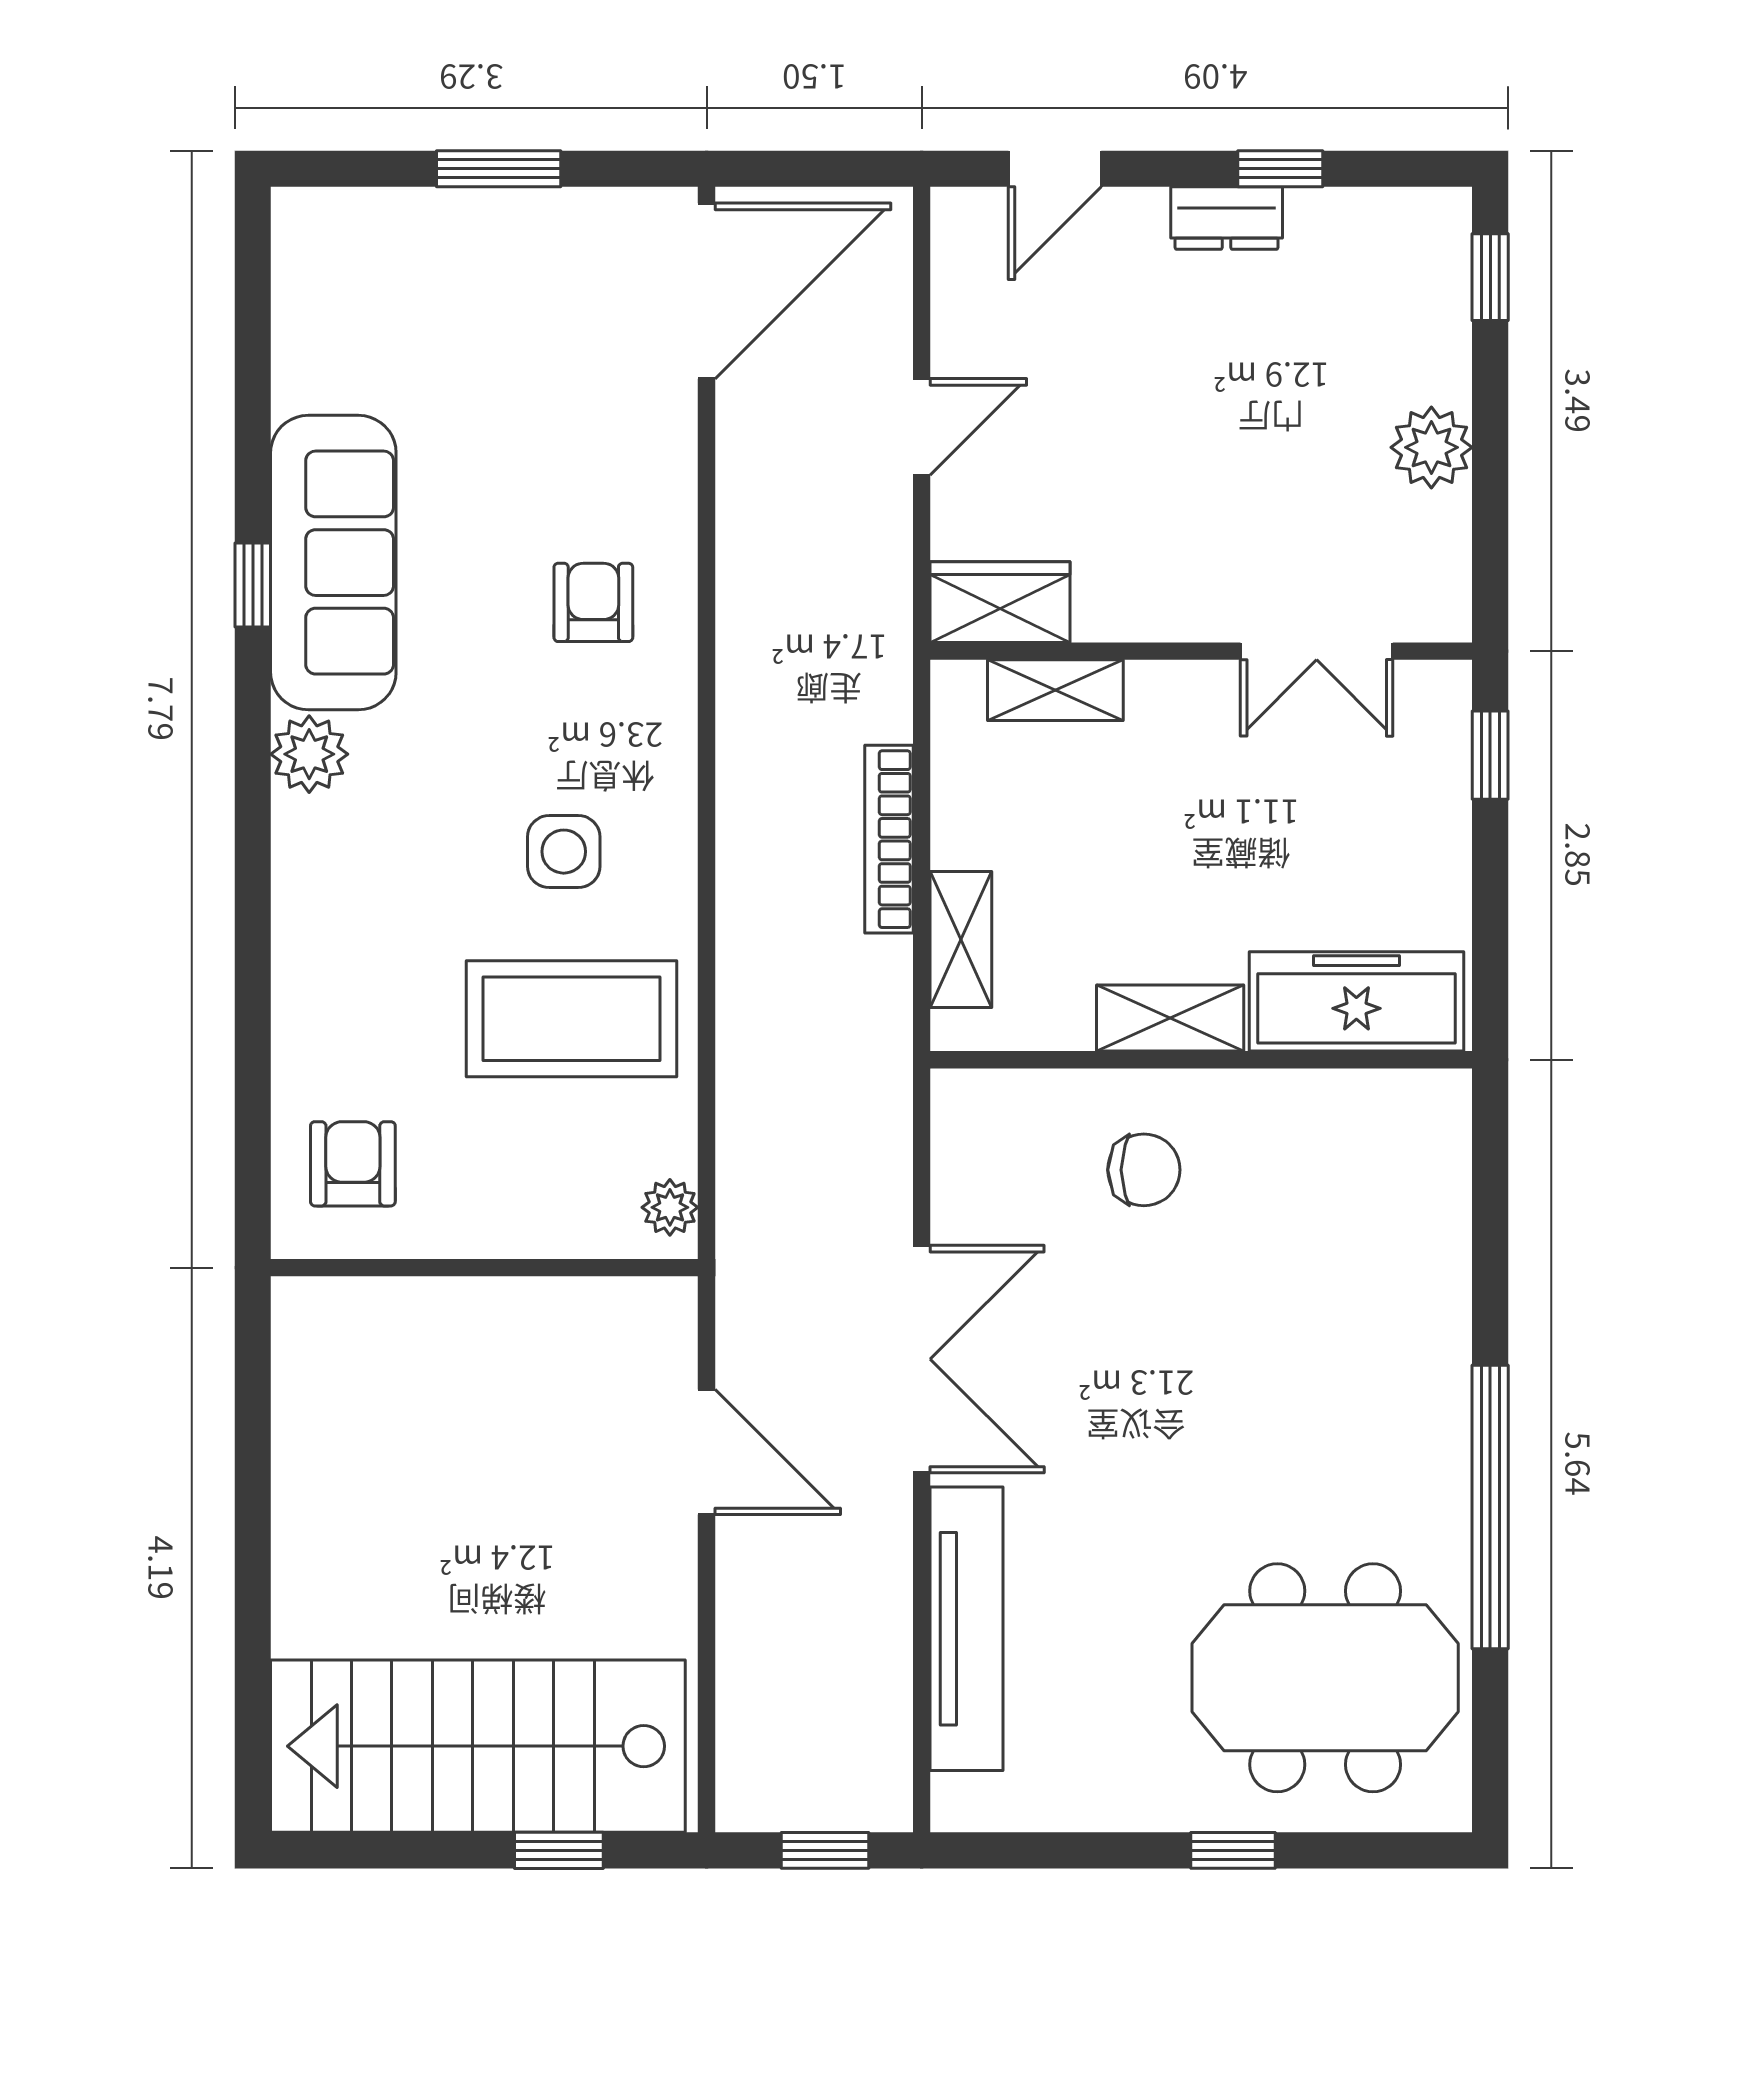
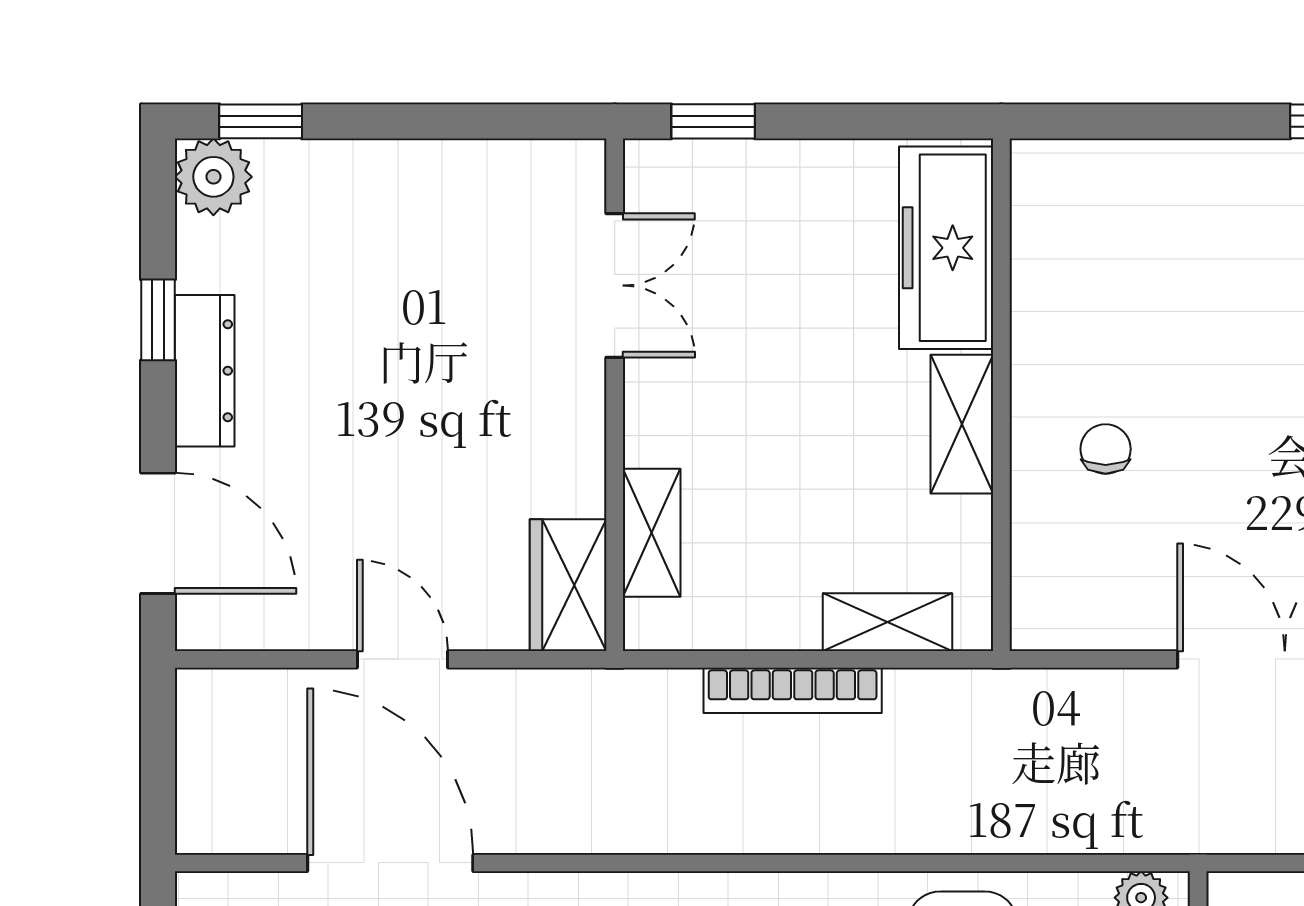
door: (1055, 169) -> (158, 533), width x1.38
dresser: (1227, 218) -> (205, 371), width x1.44
door: (707, 291) -> (390, 863), moved
plant: (1431, 447) -> (213, 177), moved
chair: (1144, 1170) -> (1106, 449), width x0.73, depth x0.73

